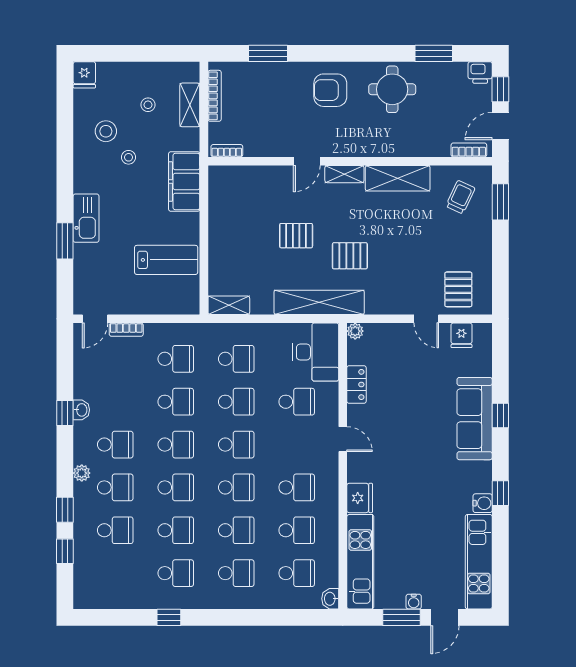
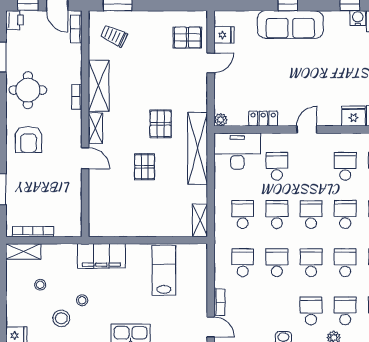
shelving: (190, 105) -> (23, 251), moved
bookcase: (227, 151) -> (77, 97), moved

